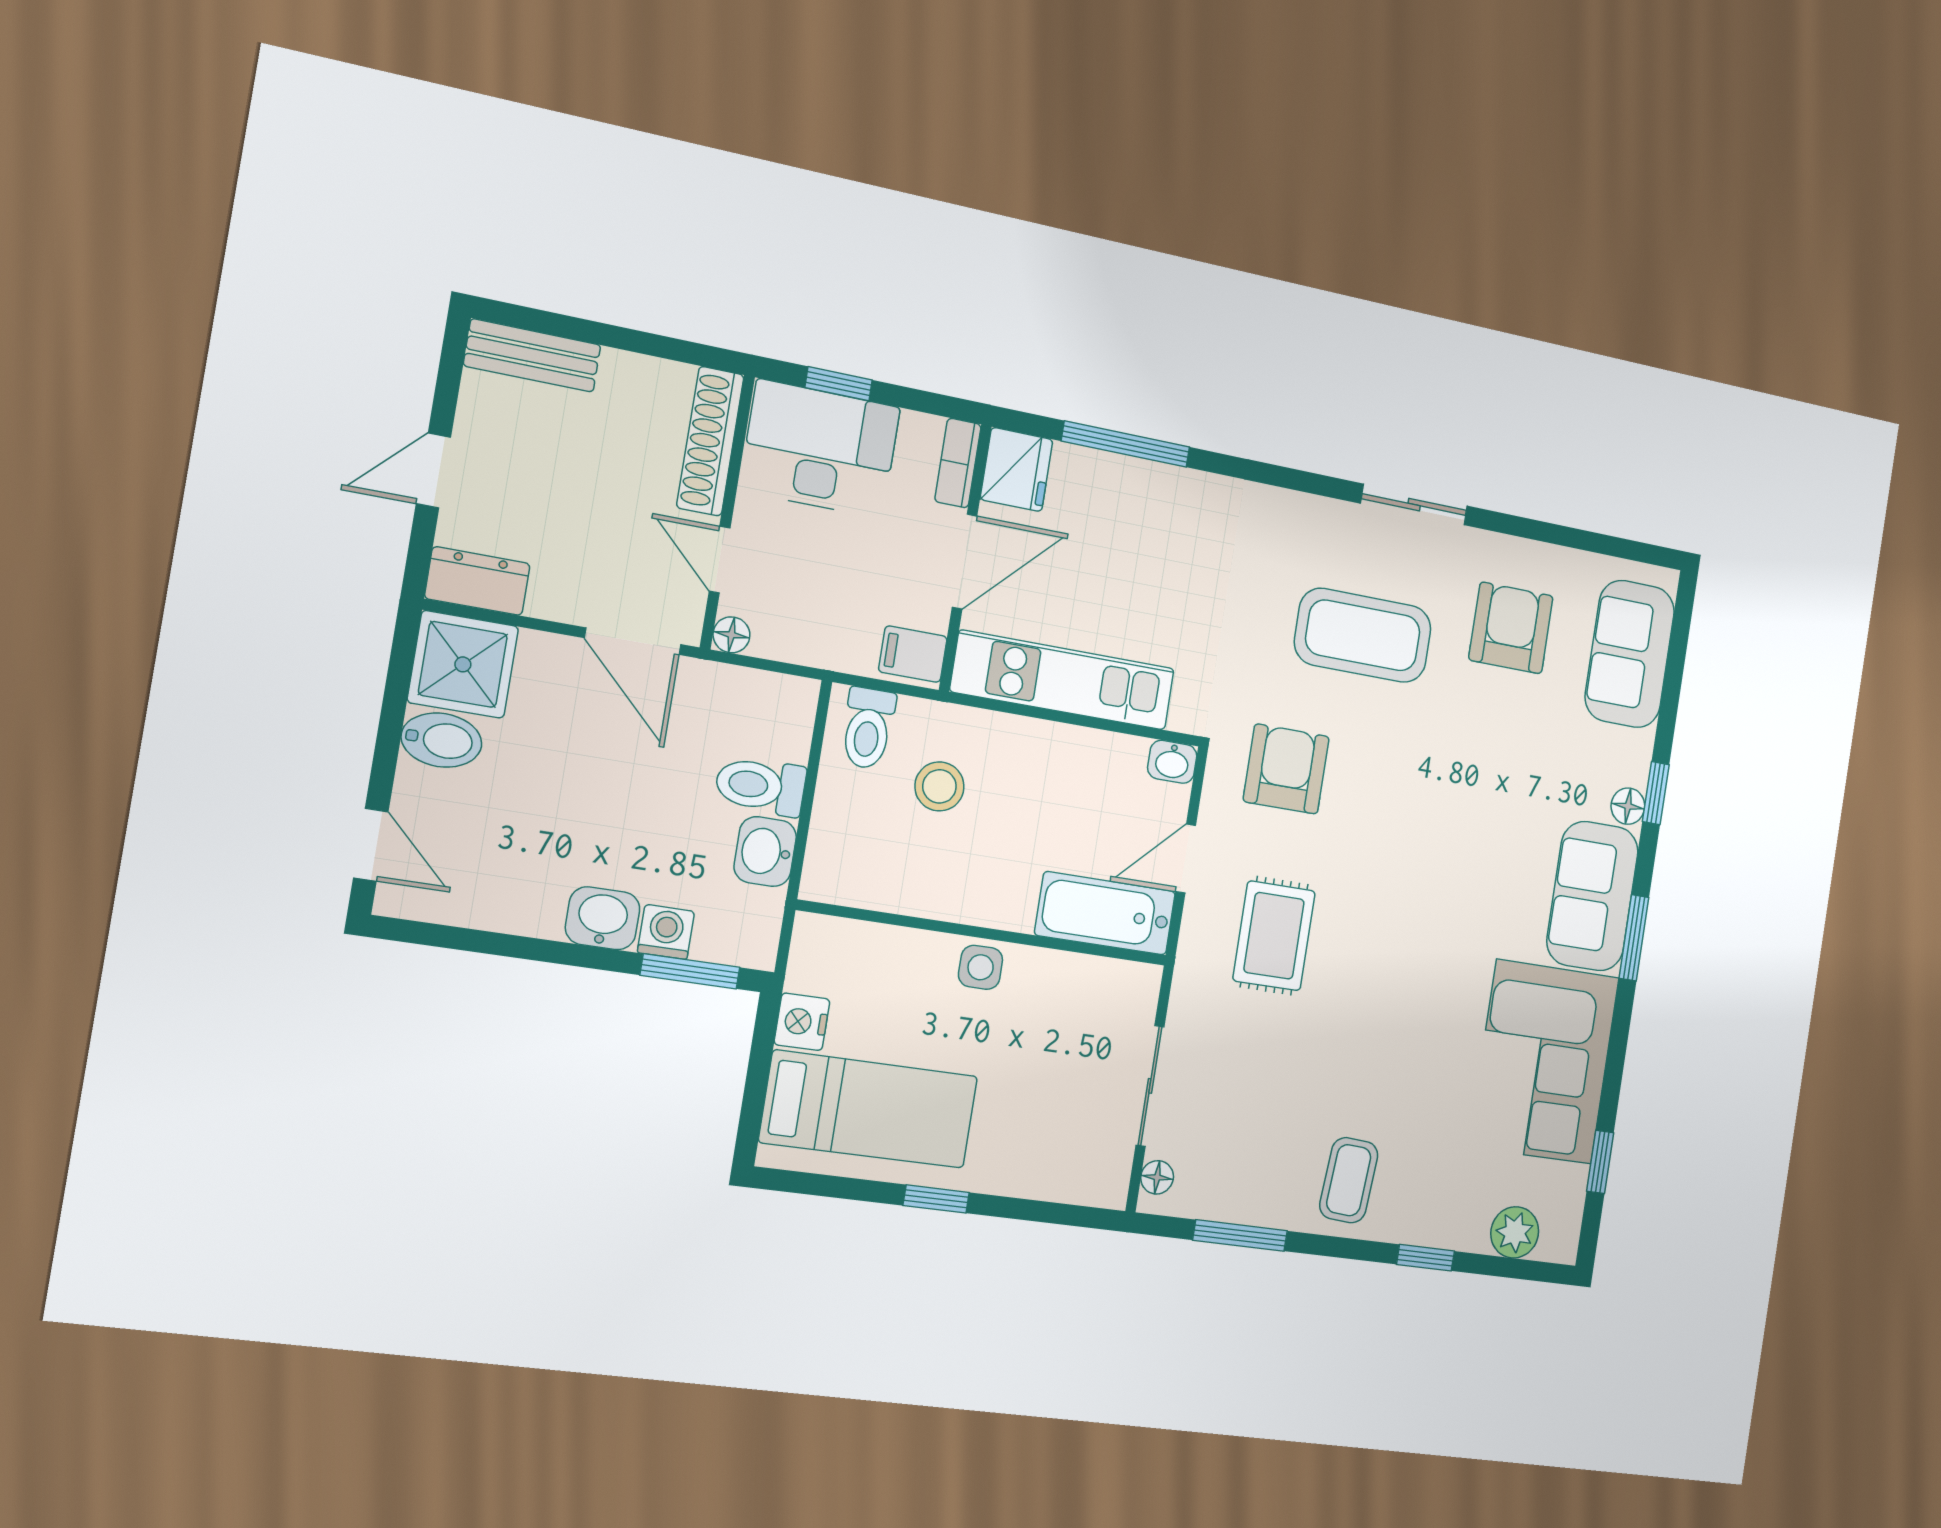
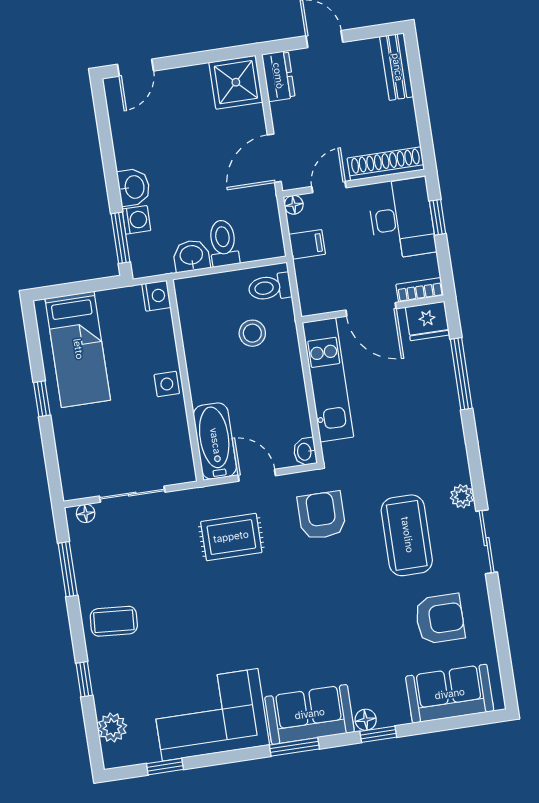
plant: (1329, 519) -> (462, 496), added
filing cabinet: (913, 654) -> (307, 244), moved, turned 90
bidet: (441, 740) -> (196, 84), removed
armchair: (1286, 769) -> (322, 515), turned -90
nightstand: (802, 1022) -> (156, 296), moved, turned 90

